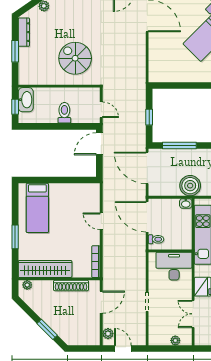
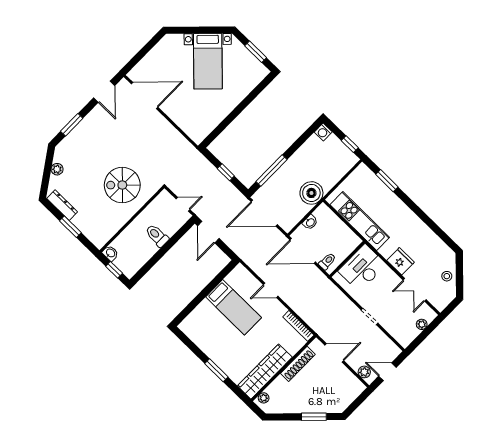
washbasin: (26, 100) -> (110, 253), width x0.52, depth x0.69
washbasin: (186, 203) -> (310, 222), moved
bed: (37, 208) -> (234, 307), moved
door: (101, 302) -> (334, 353), hinge flipped

